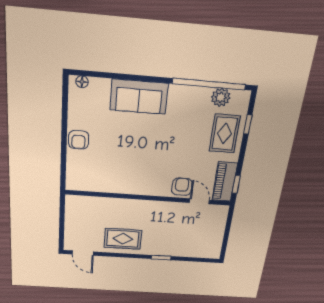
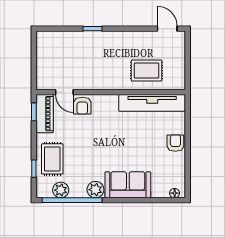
plant: (179, 94) -> (95, 190), added
tv unit: (103, 184) -> (152, 103), added
rug: (123, 239) -> (147, 71), moved

